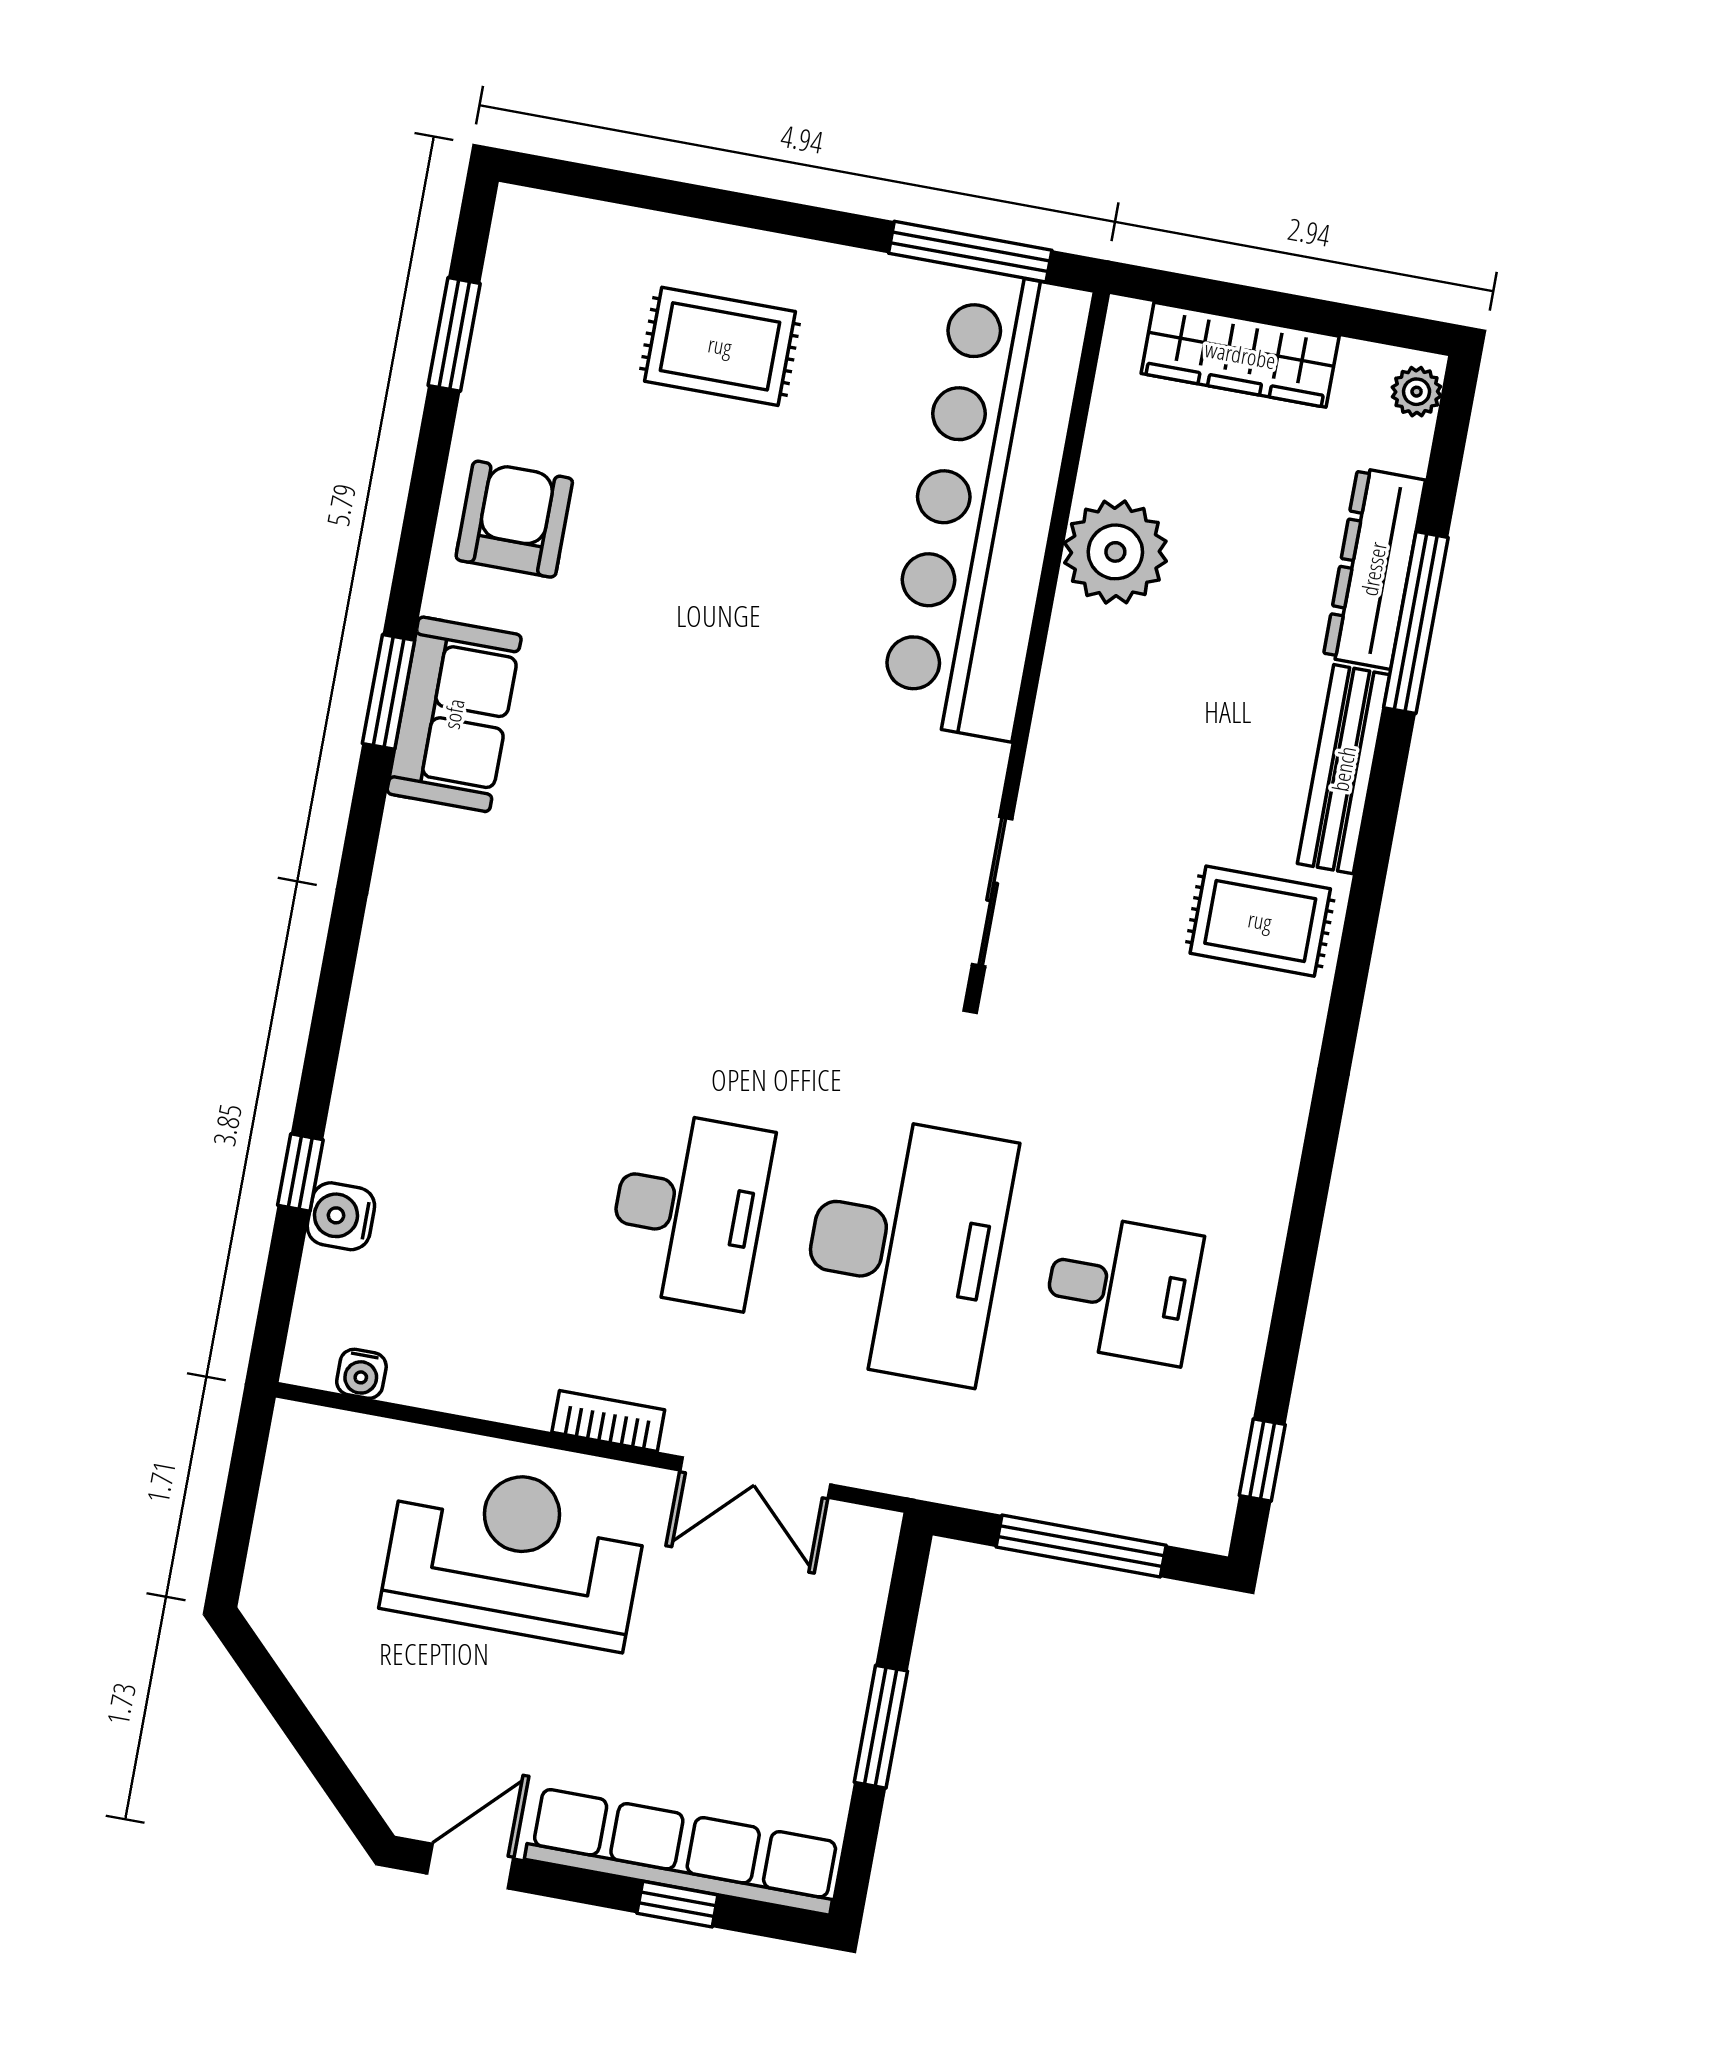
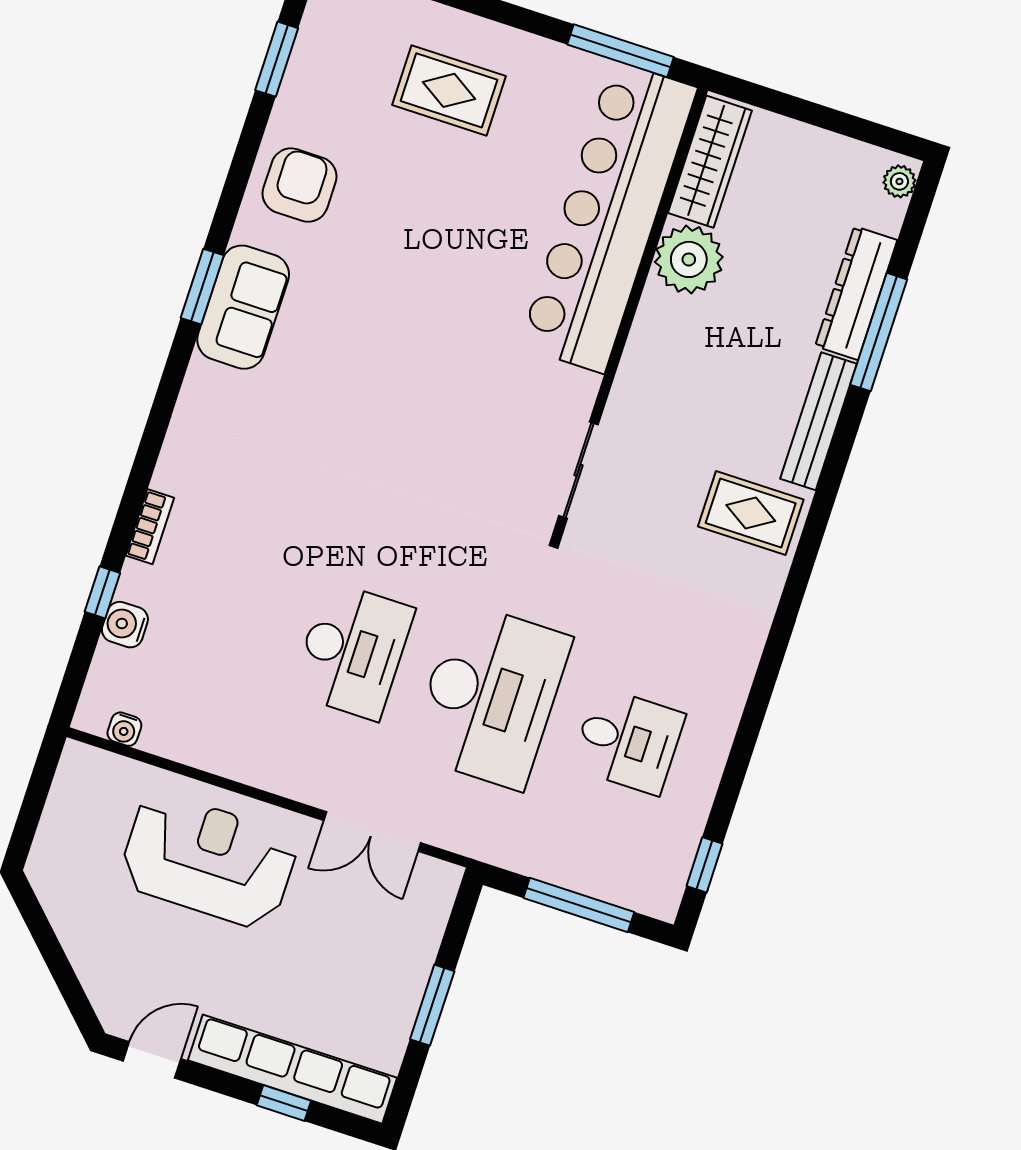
wardrobe: (1240, 355) -> (710, 162), moved, turned -90
bookcase: (608, 1421) -> (150, 527), moved, turned 90

